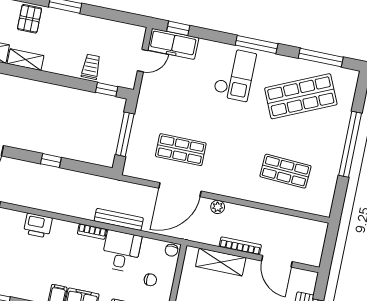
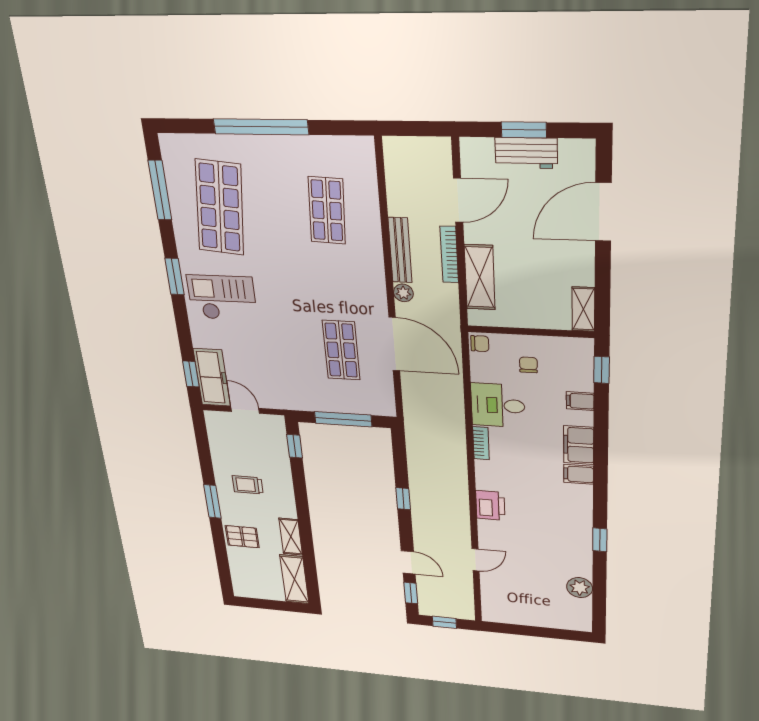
window: (257, 44) -> (175, 276), width x0.69
trolley: (91, 67) -> (248, 485), moved
shop shelf: (301, 96) -> (220, 208), turned 30
bench: (119, 219) -> (400, 250), moved

